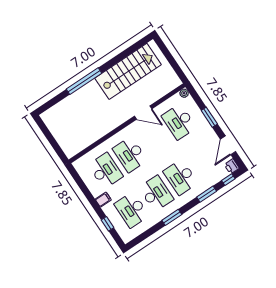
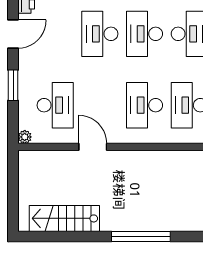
stairs: (128, 71) -> (64, 218), width x0.73, depth x0.66
desk: (130, 154) -> (145, 105), turned 180
desk: (181, 177) -> (100, 34), turned 180

